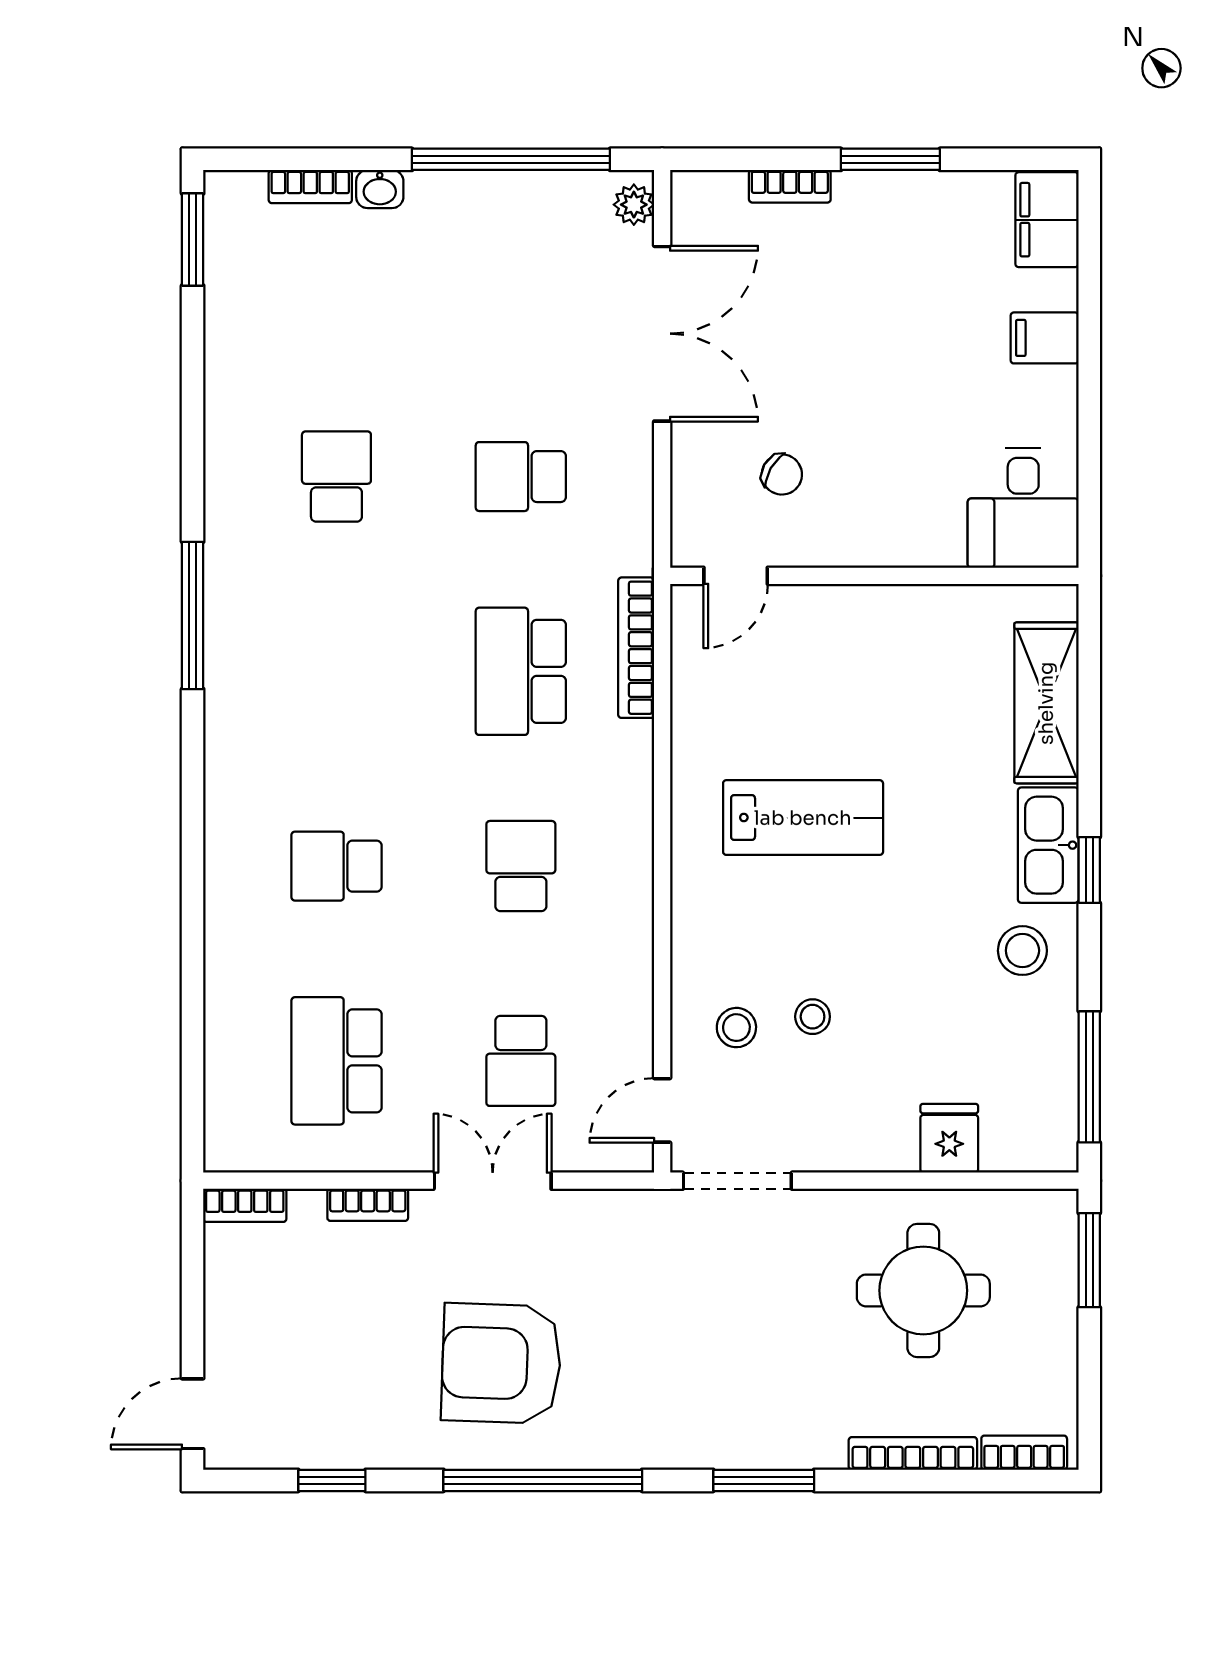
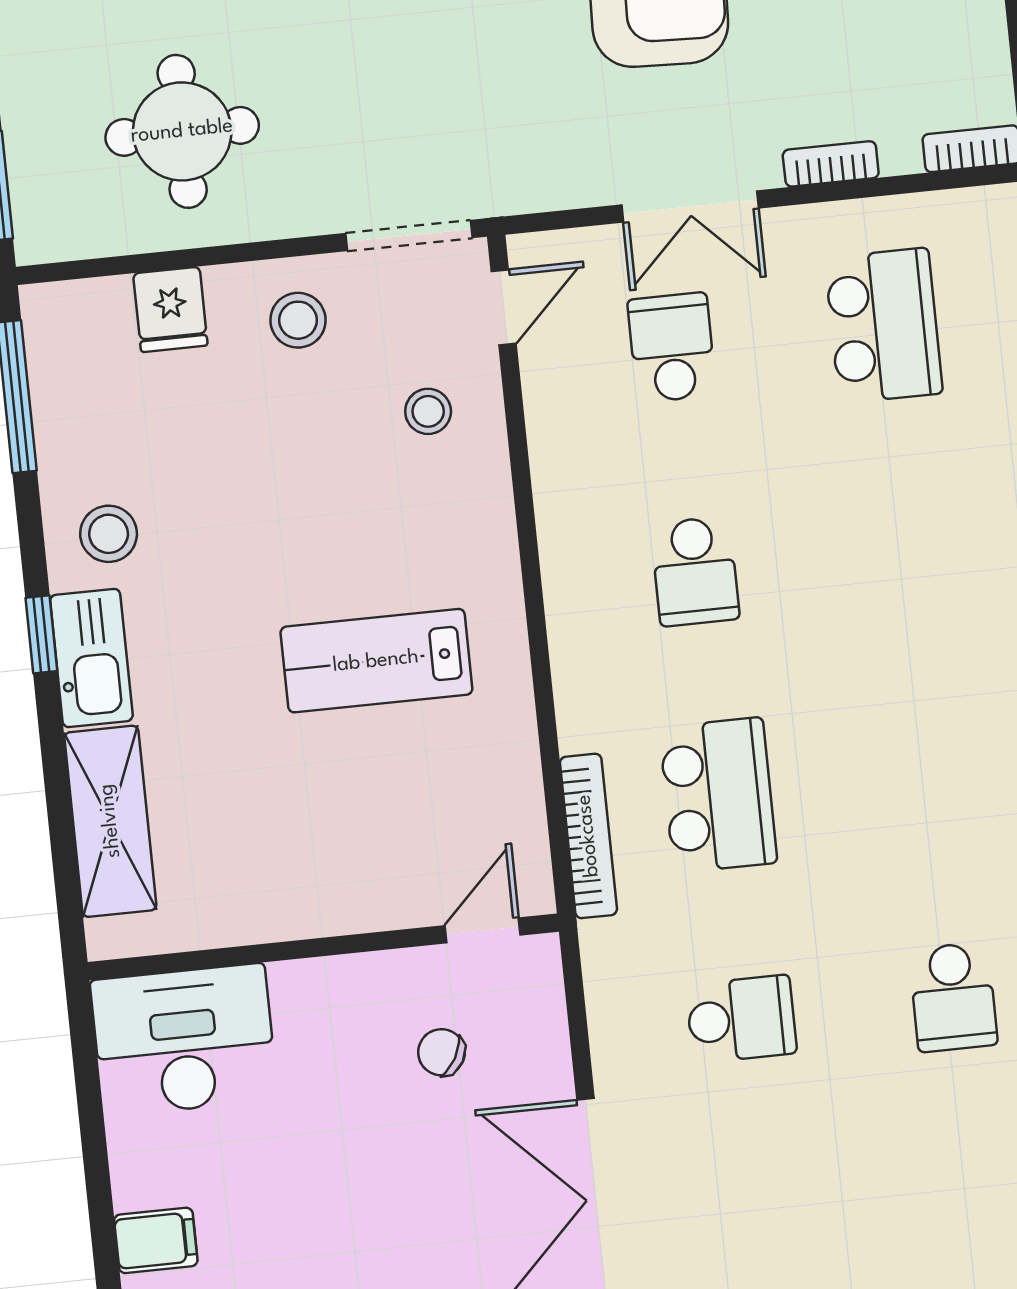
desk: (1023, 508) -> (184, 1040), width x1.37
school desk: (336, 866) -> (907, 549), removed
stool: (813, 1017) -> (298, 320), moved, width x1.37, depth x1.37

